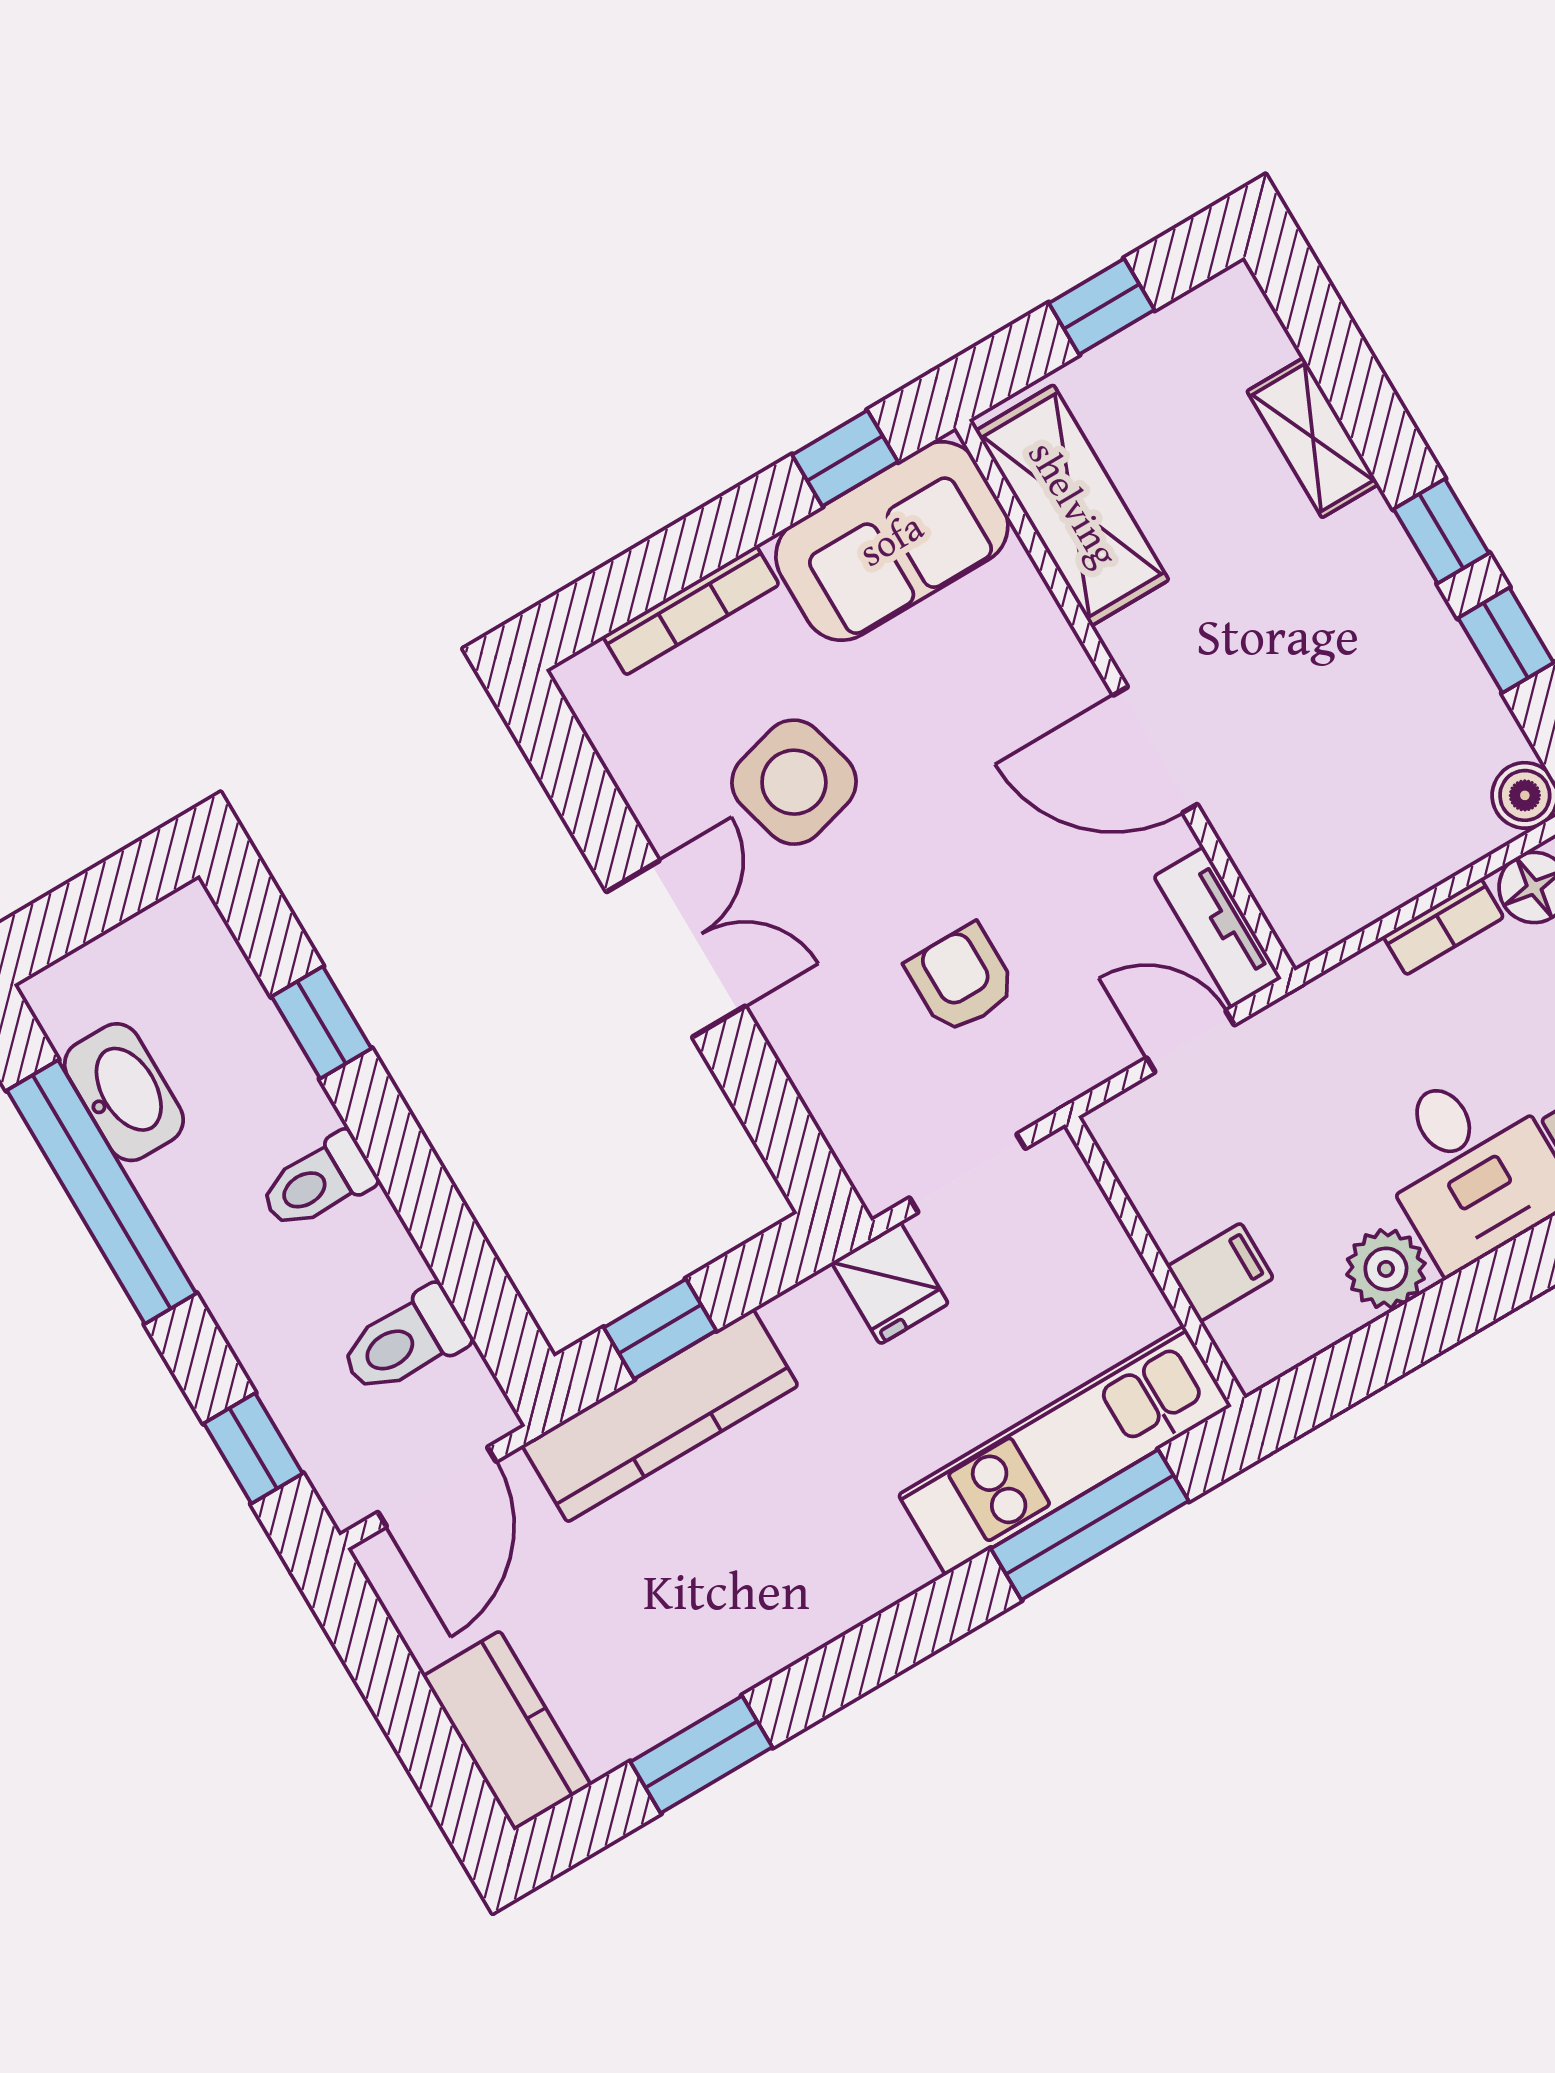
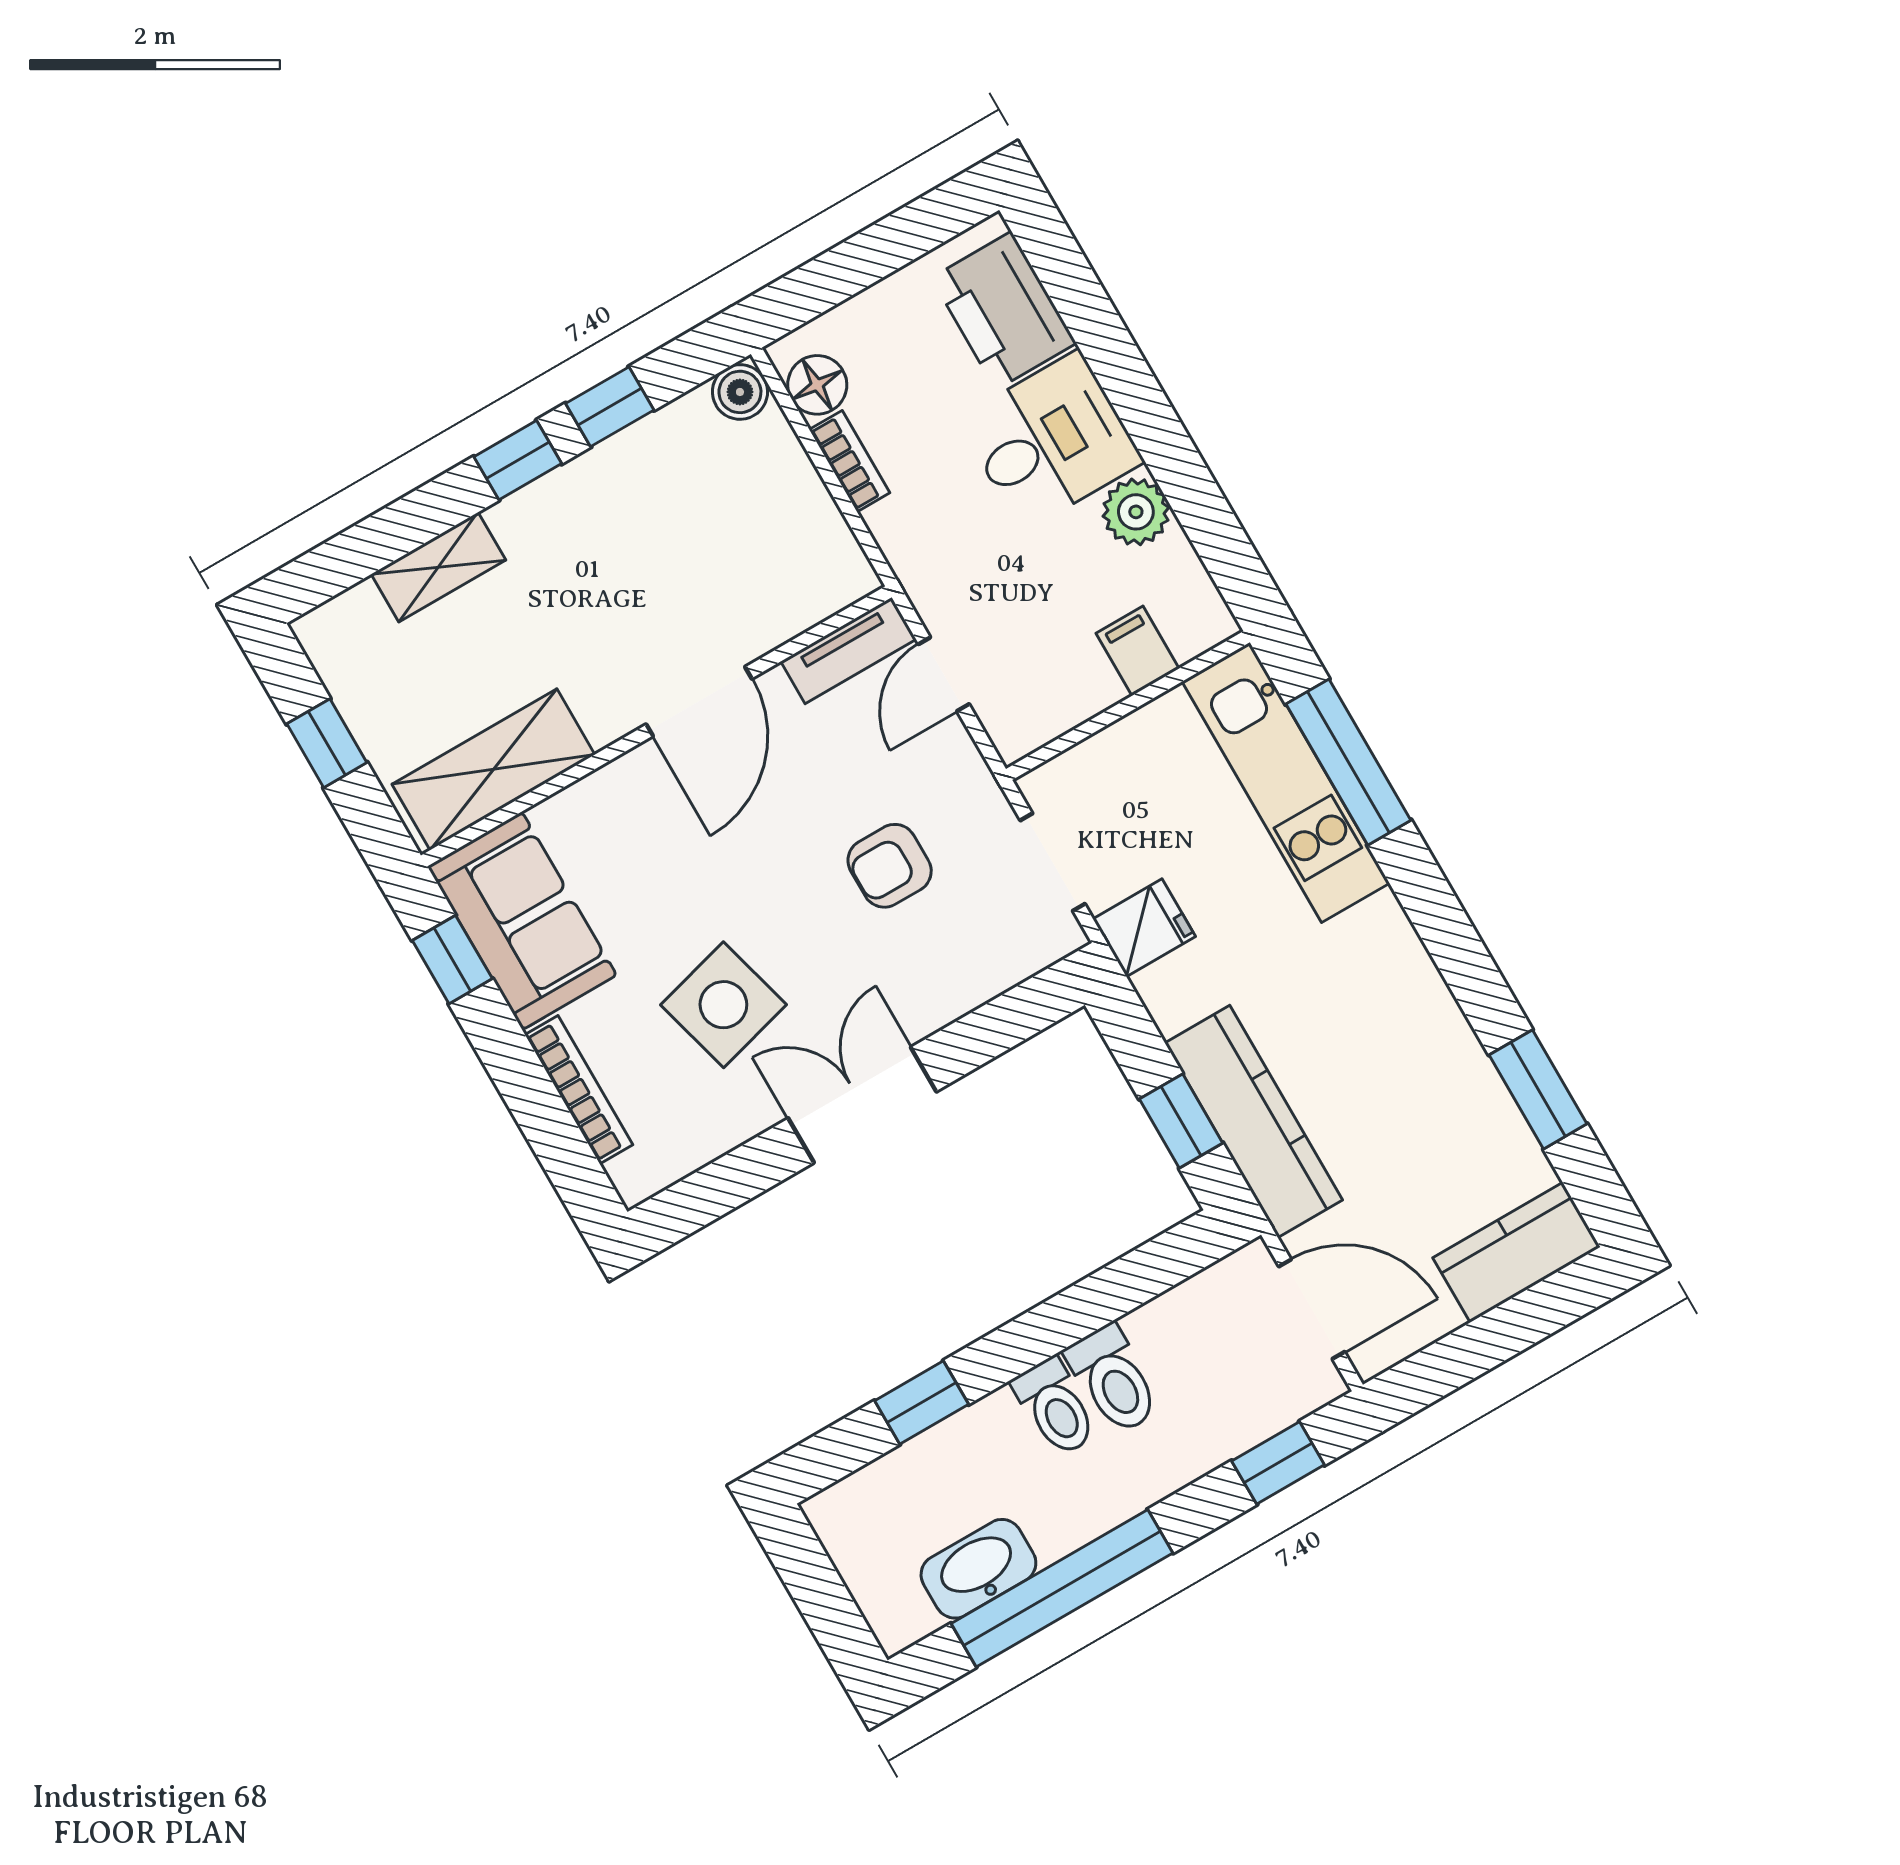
toilet: (405, 1341) -> (1113, 1379), moved

